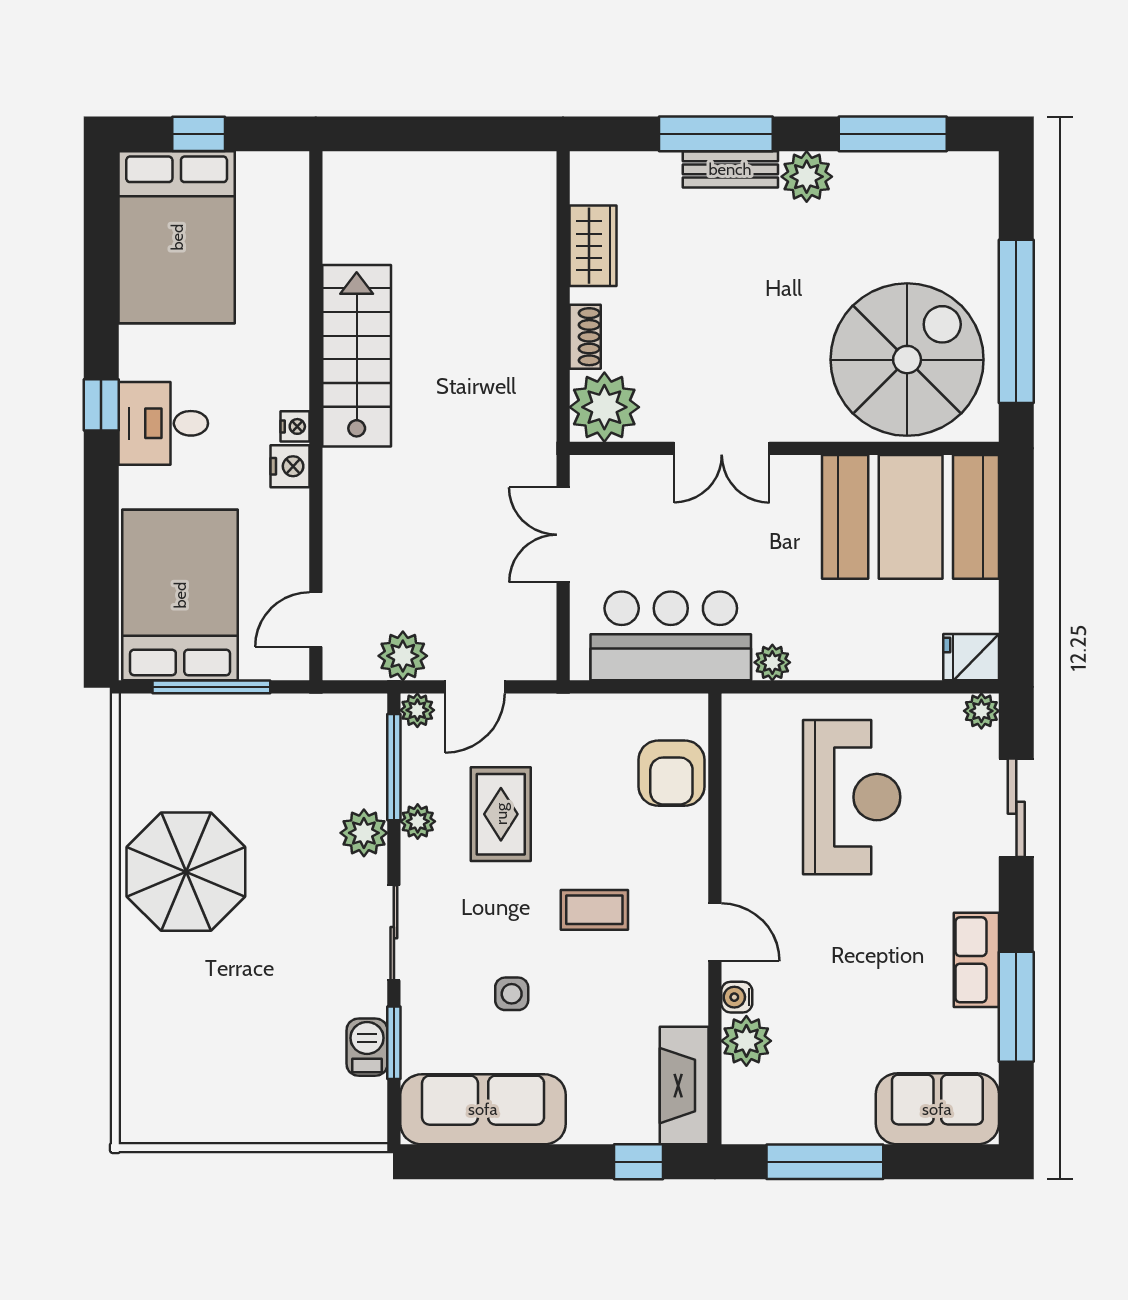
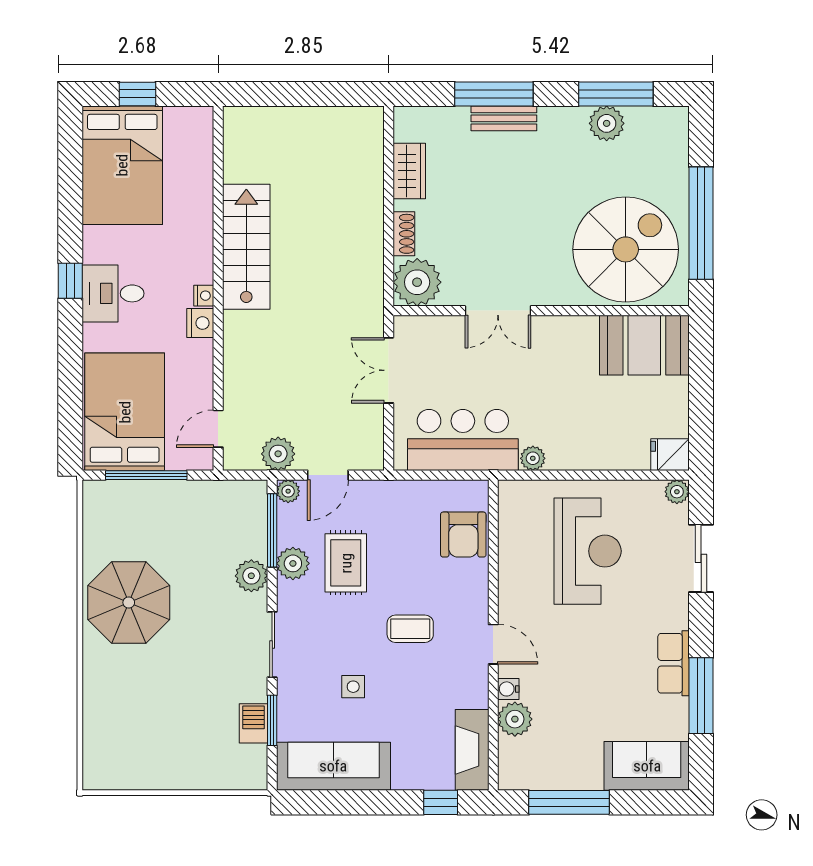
plant: (807, 177) -> (607, 123), moved
booth: (911, 517) -> (644, 345), width x0.73, depth x0.70
plant: (418, 821) -> (293, 563), width x1.38, depth x1.38

